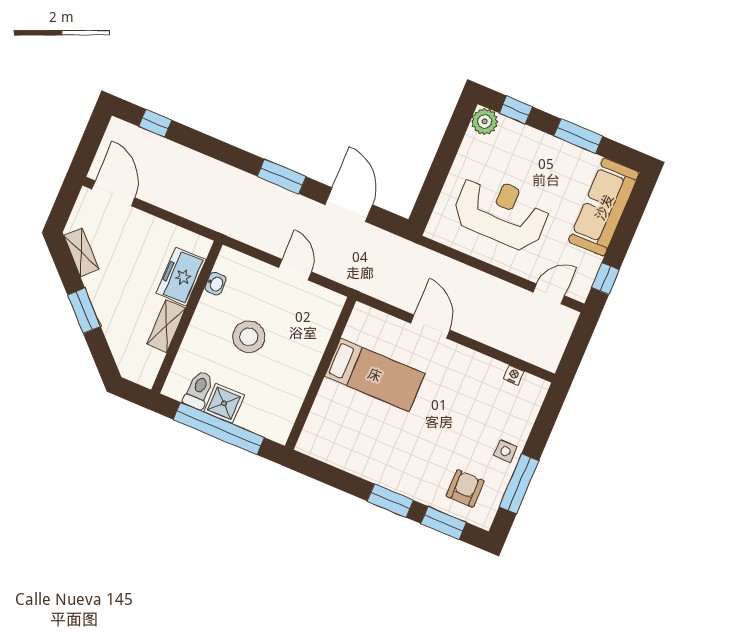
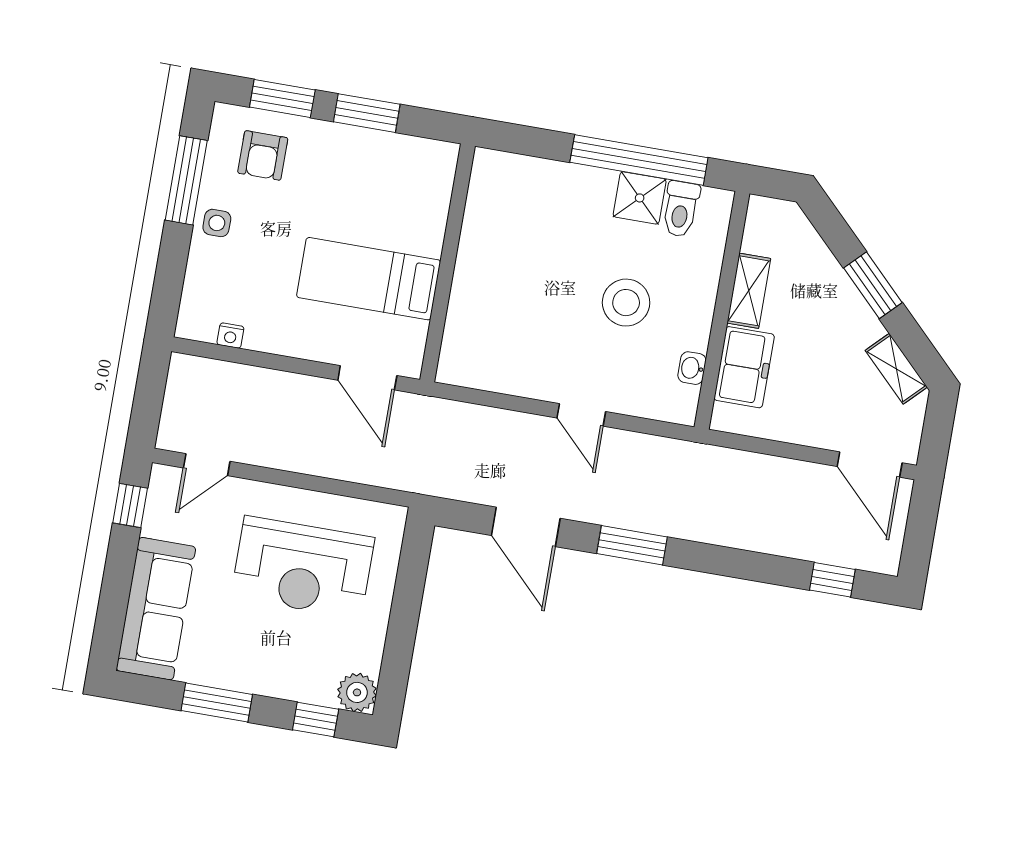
wall: (321, 373) -> (448, 263), moved
bed: (375, 375) -> (369, 279), moved

